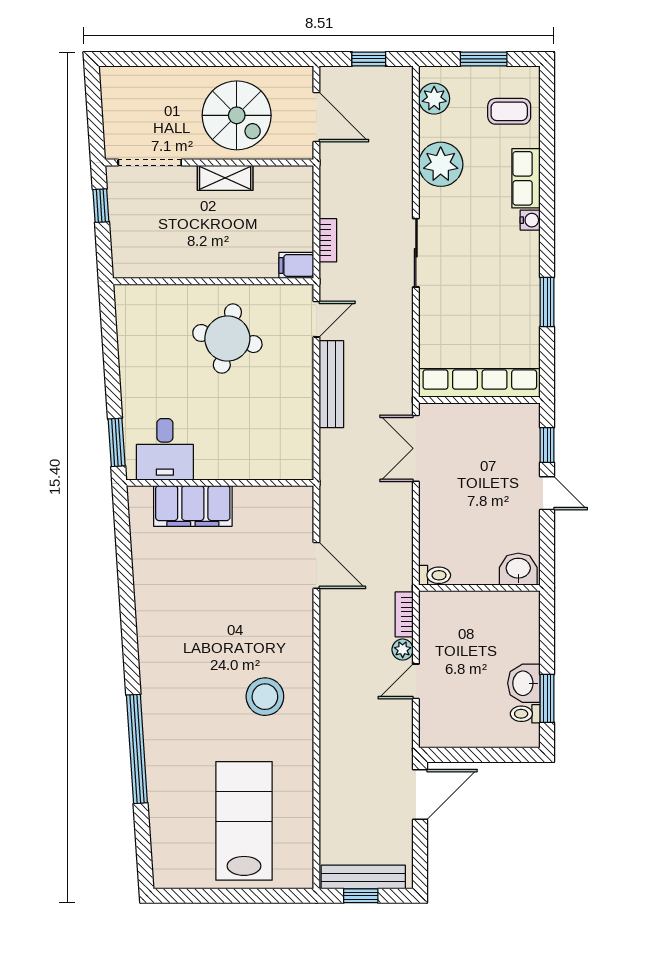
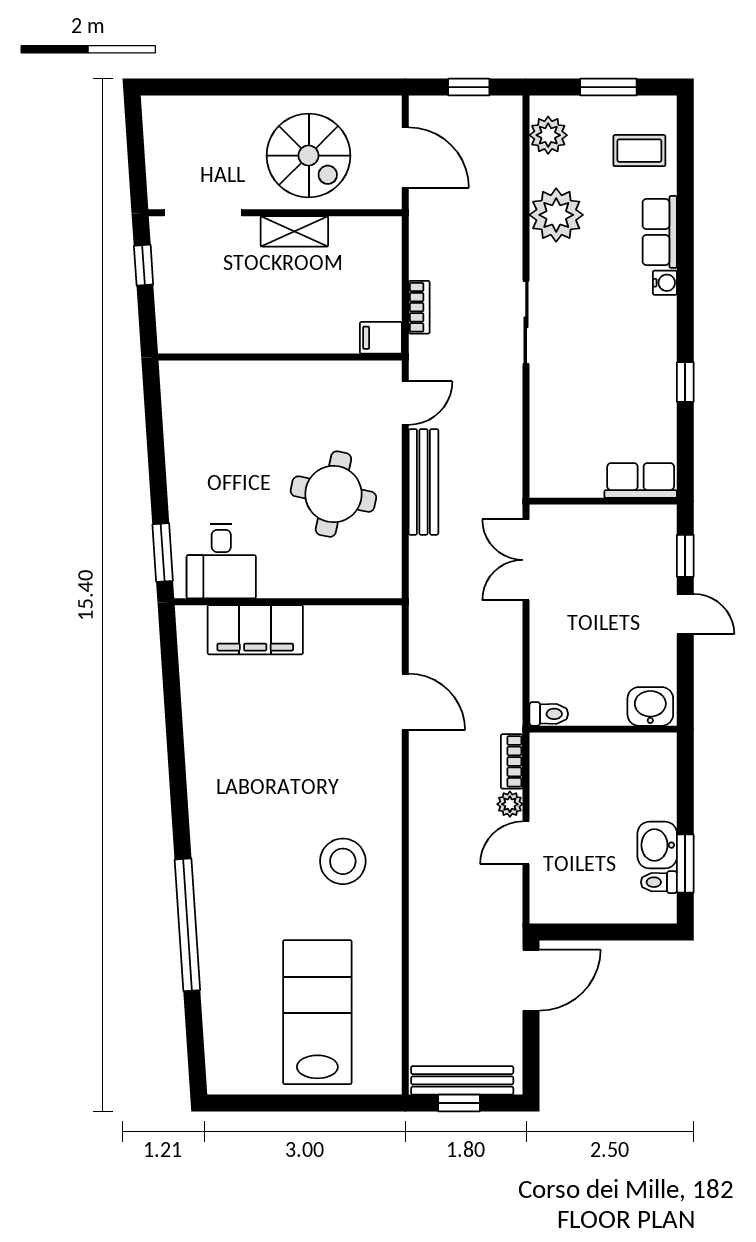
window: (547, 302) -> (685, 382), width x0.67
round table: (227, 339) -> (333, 494), moved
row of seats: (480, 383) -> (641, 480), width x0.50

